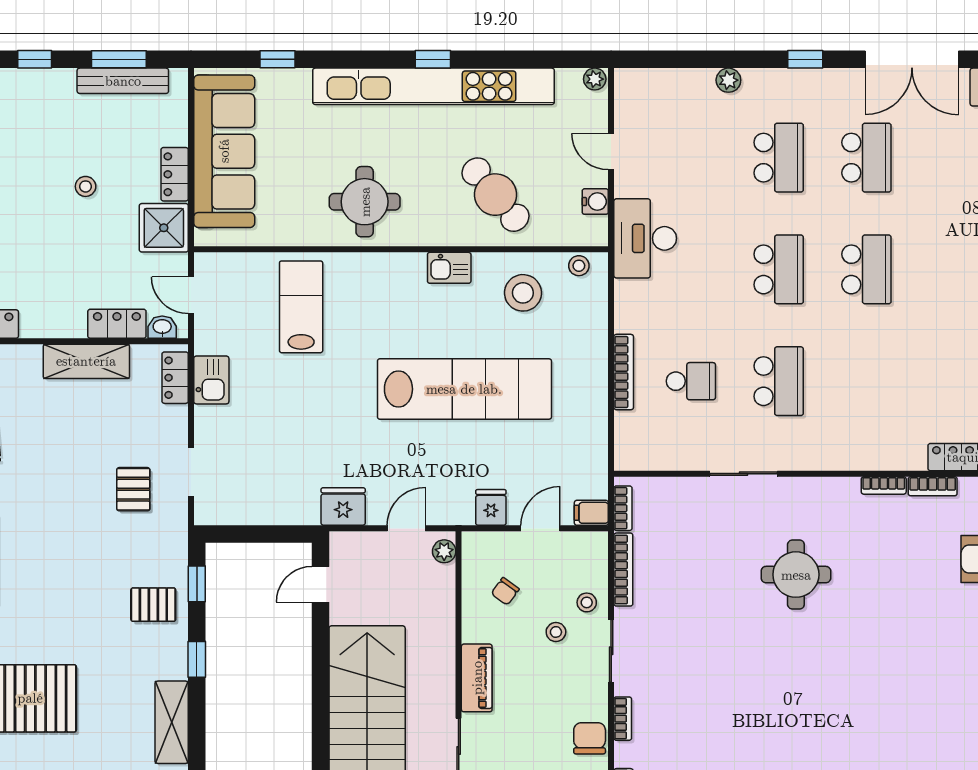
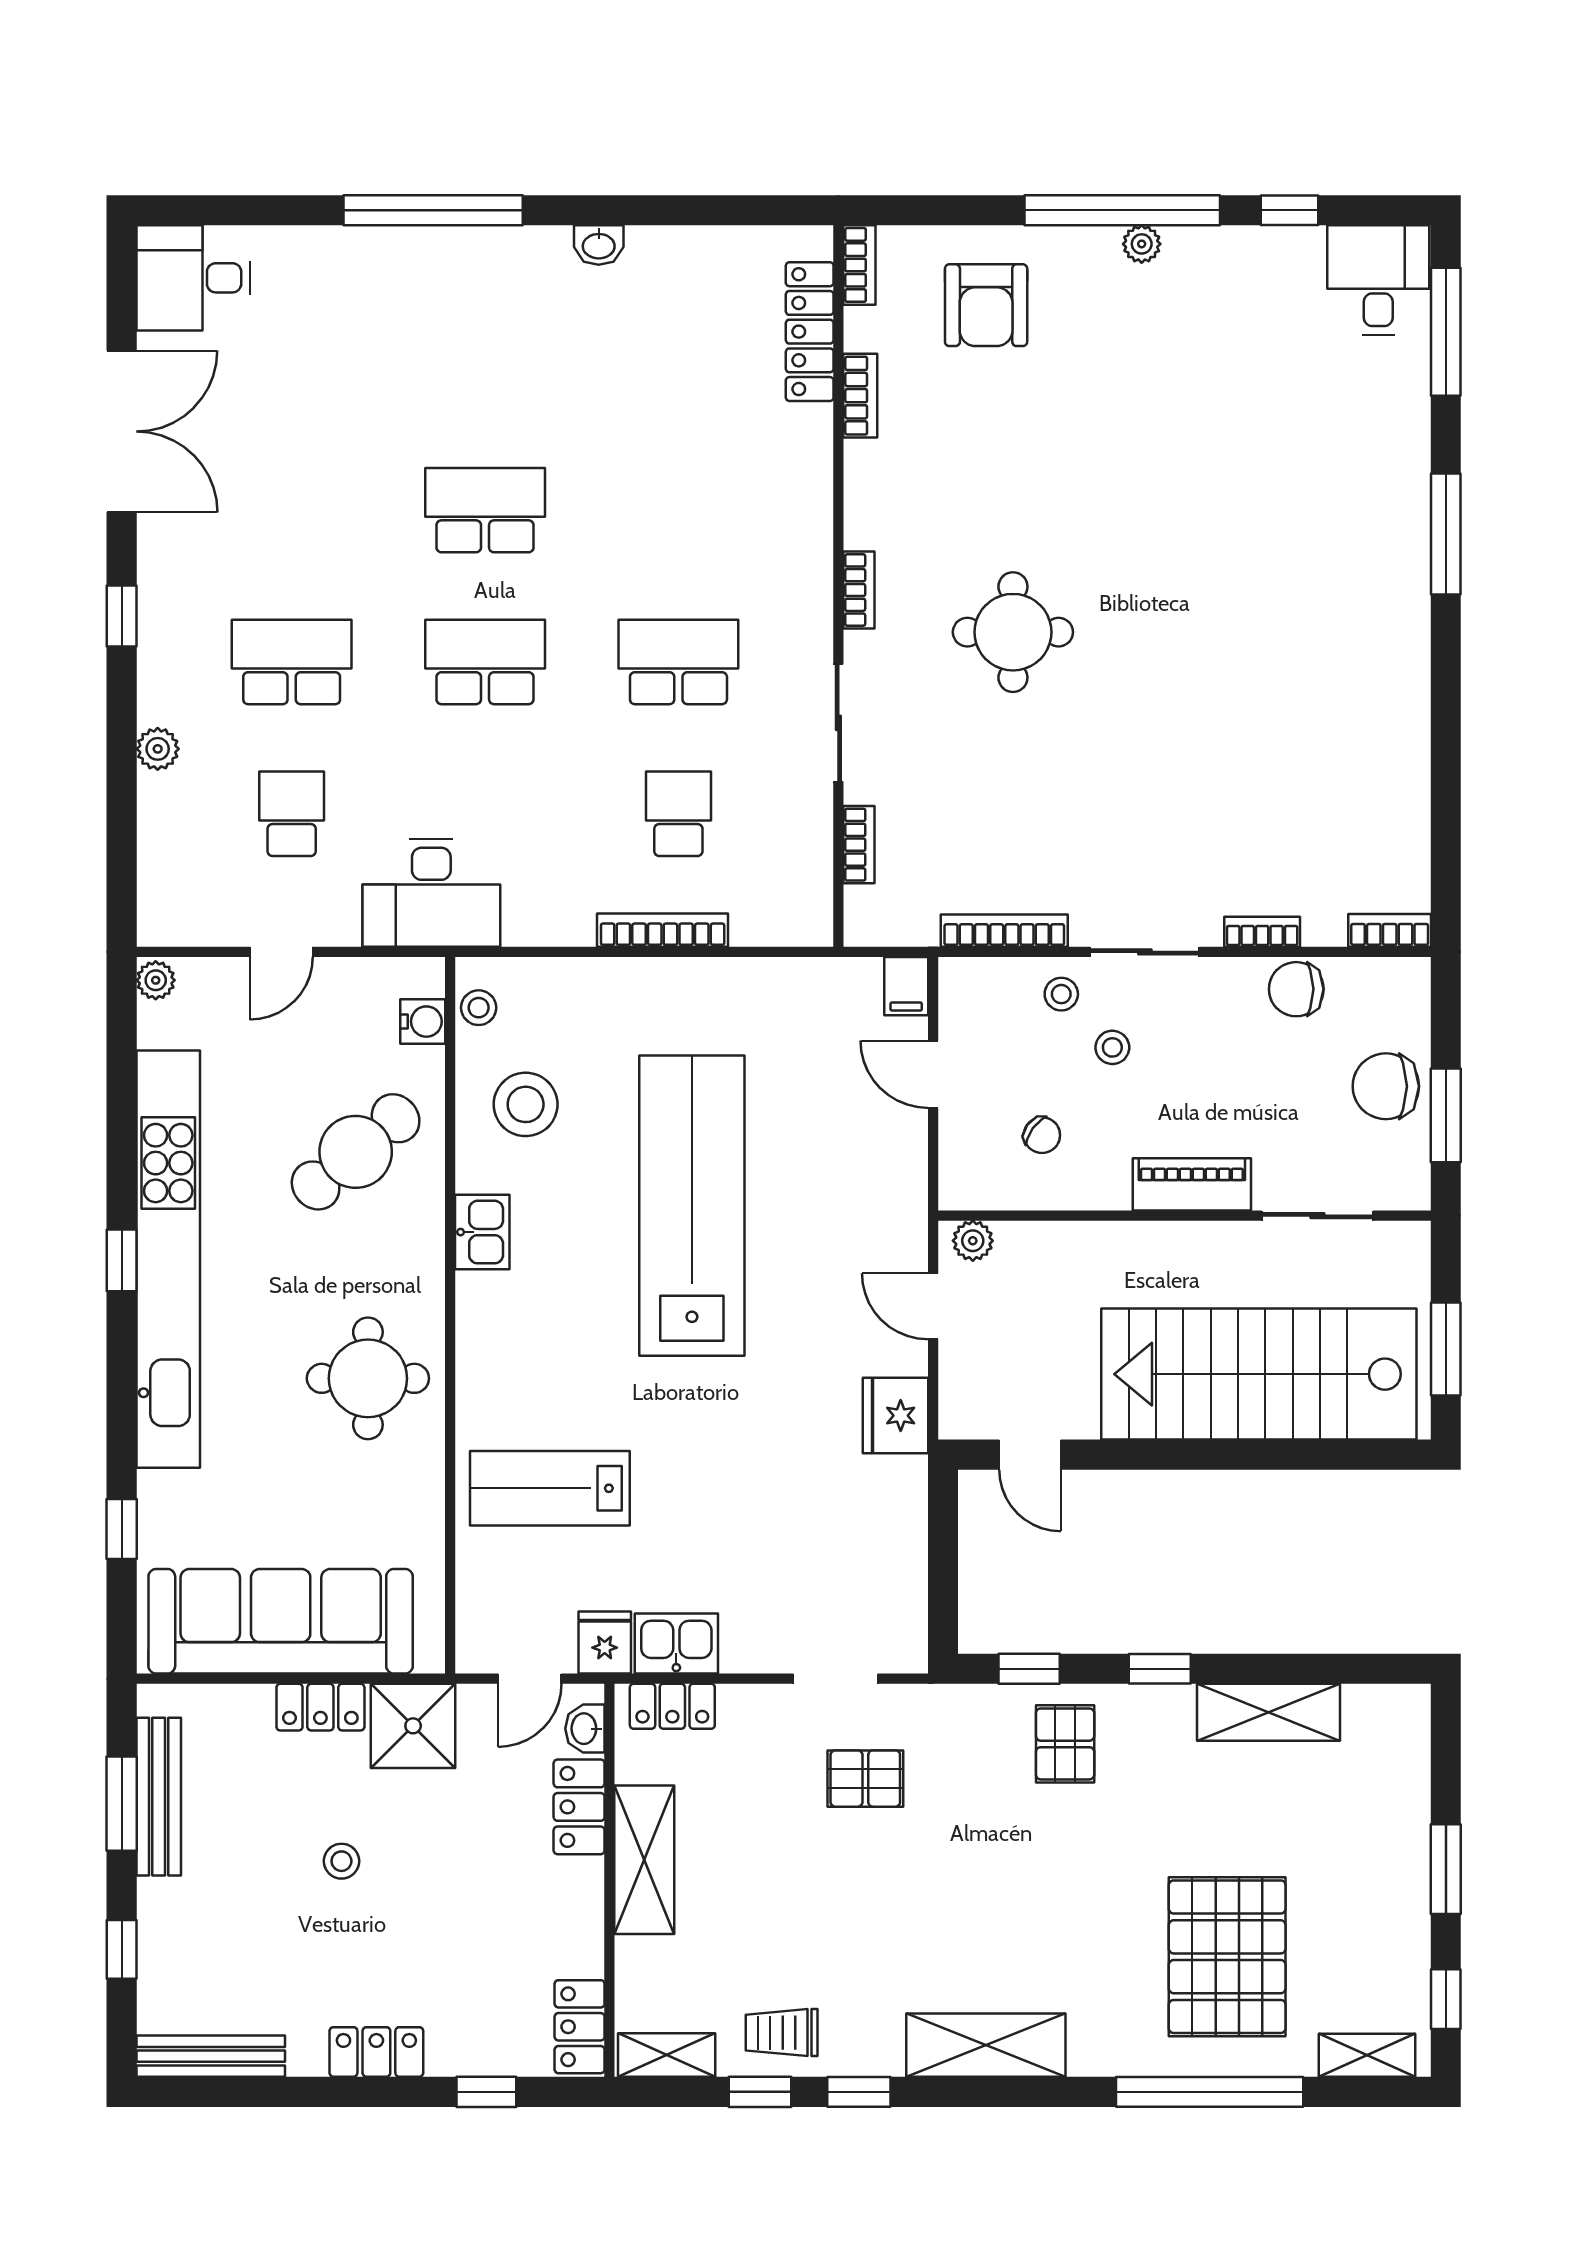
school desk: (866, 158) -> (292, 814), moved, width x0.54
water cooler: (595, 202) -> (423, 1022), moved, turned 90
bookcase: (884, 485) -> (859, 590), moved
fridge: (491, 507) -> (605, 1643), moved, turned 90
bookcase: (623, 508) -> (859, 845), moved, turned 90

